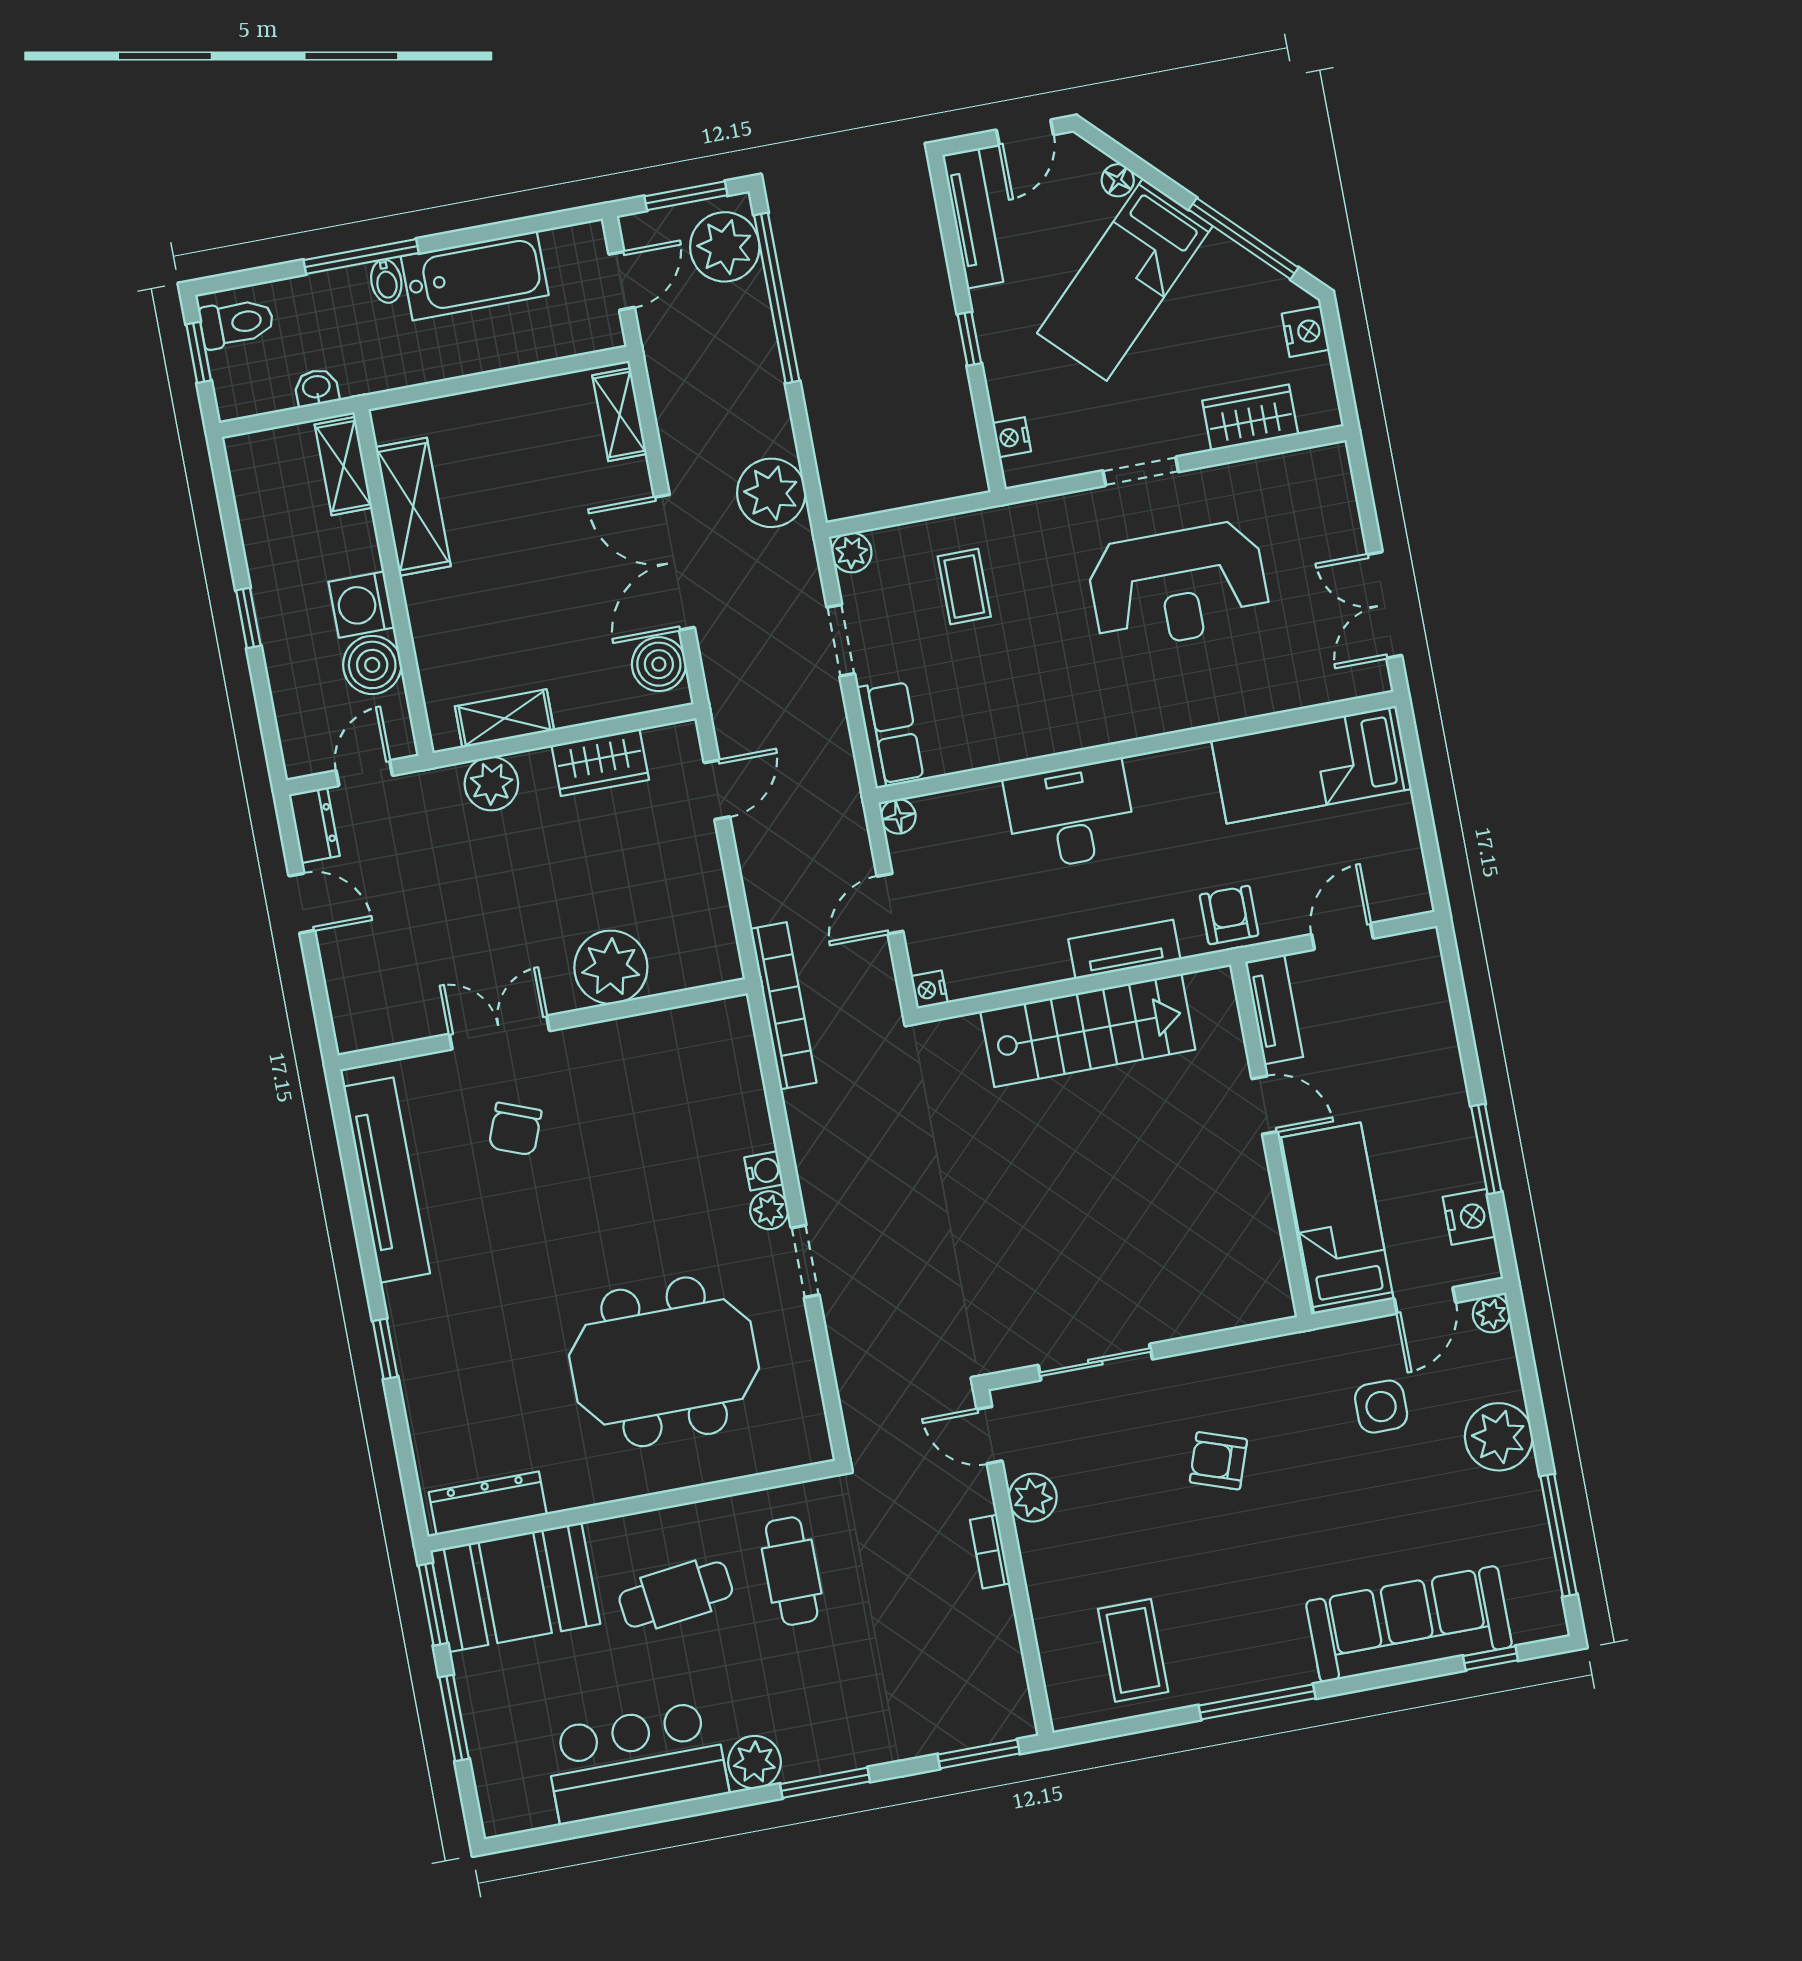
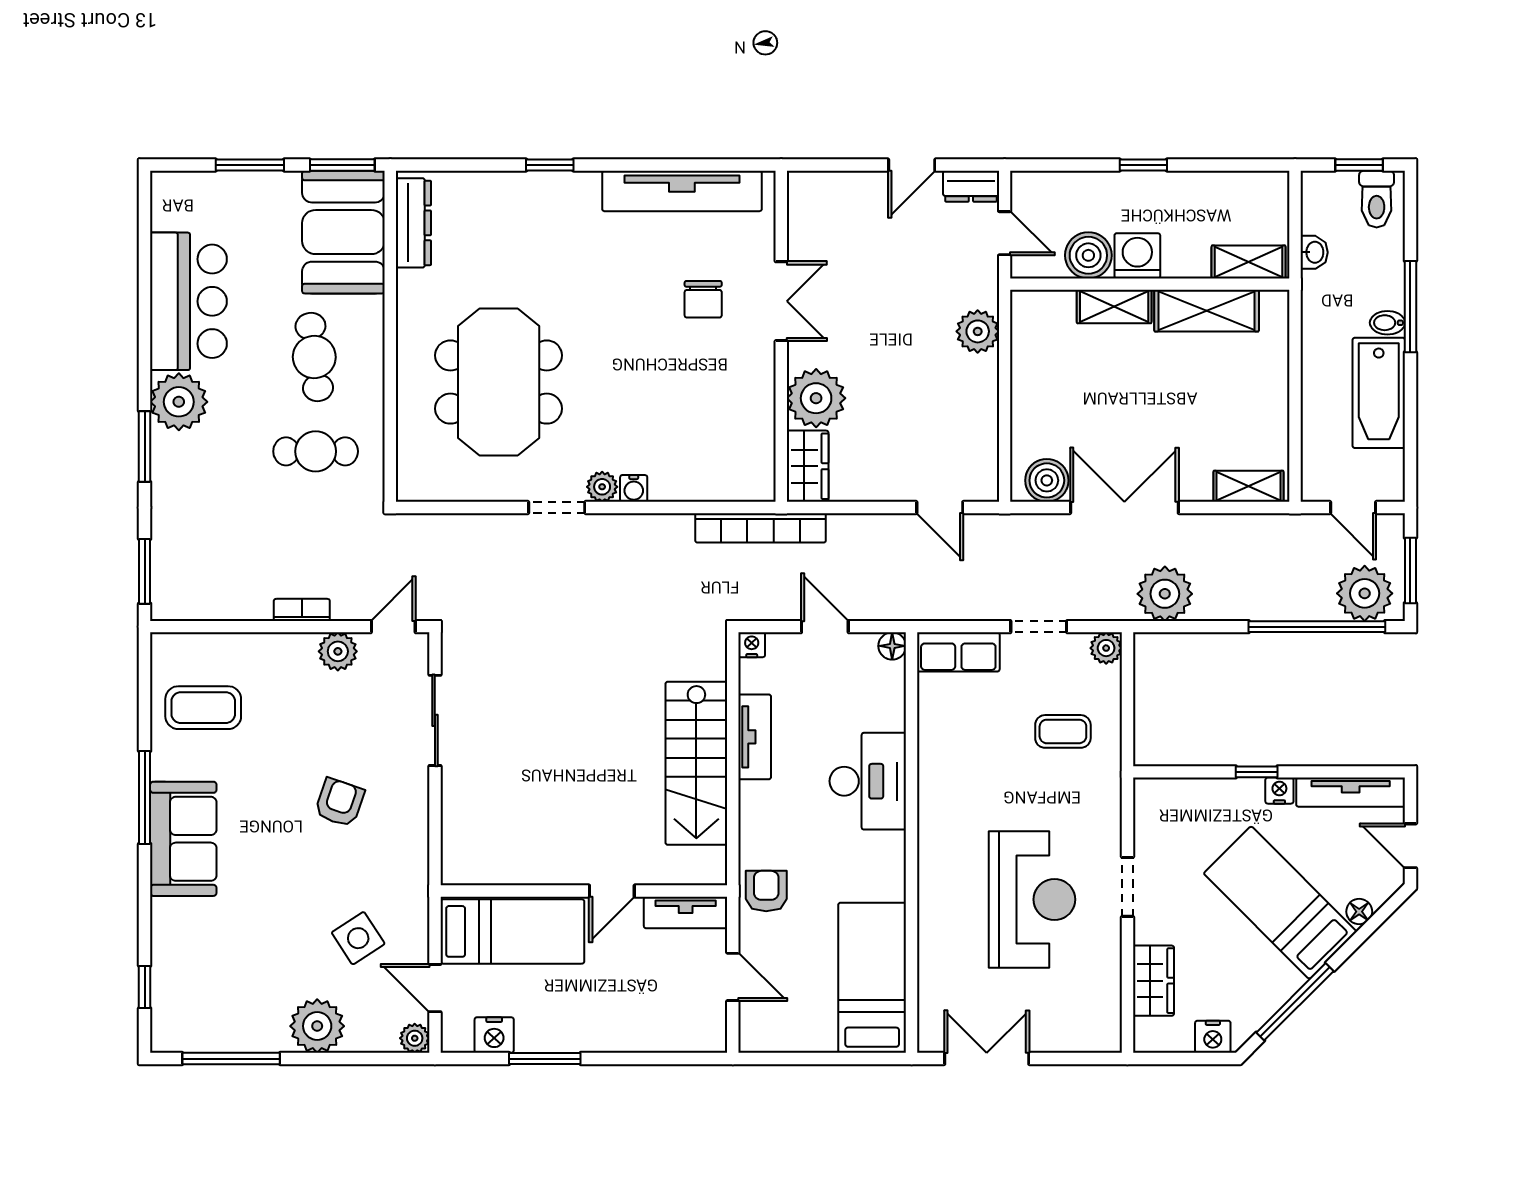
nightstand: (1012, 437) -> (1279, 791), moved
reception desk: (1178, 586) -> (1032, 899), turned 180
shelving: (505, 718) -> (1114, 306), moved, turned 90
wardrobe: (600, 762) -> (808, 466), moved, turned 180
armchair: (1229, 915) -> (766, 891), turned -90
tv unit: (1124, 949) -> (755, 737), moved
chair: (515, 1129) -> (703, 299), turned -111
side table: (1381, 1407) -> (358, 938), turned -33
sofa: (1409, 1624) -> (183, 839), moved, width x0.73
plant: (754, 1762) -> (179, 402), width x1.36, depth x1.36

